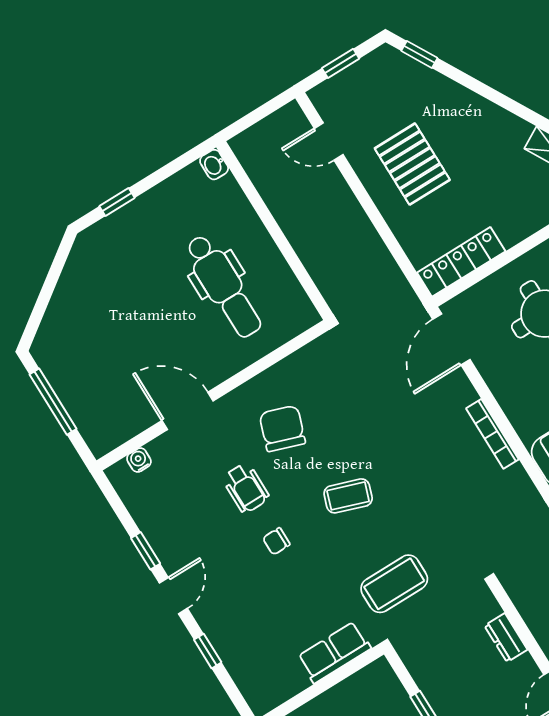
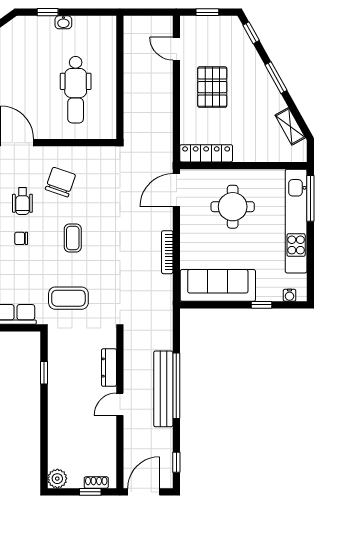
window: (493, 95) -> (276, 78), added
washbasin: (214, 165) -> (63, 22), moved, turned -90
coffee table: (348, 496) -> (73, 238), turned 71
dresser: (506, 638) -> (109, 368), width x1.44

